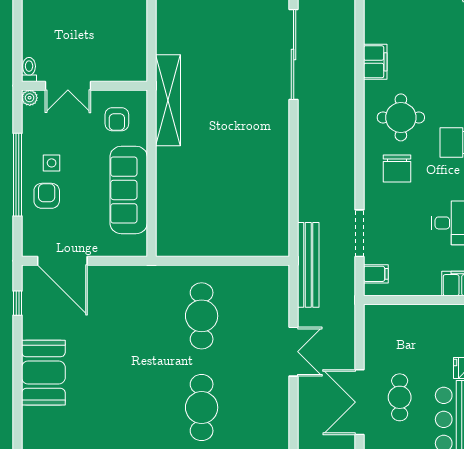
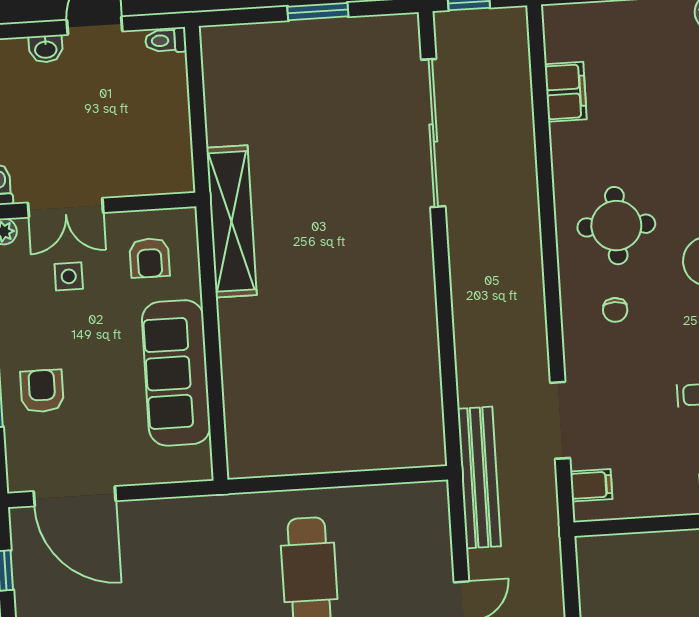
filing cabinet: (375, 62) -> (566, 92), moved
side table: (52, 163) -> (69, 276), moved
chair: (397, 169) -> (615, 310), width x0.54, depth x0.54

